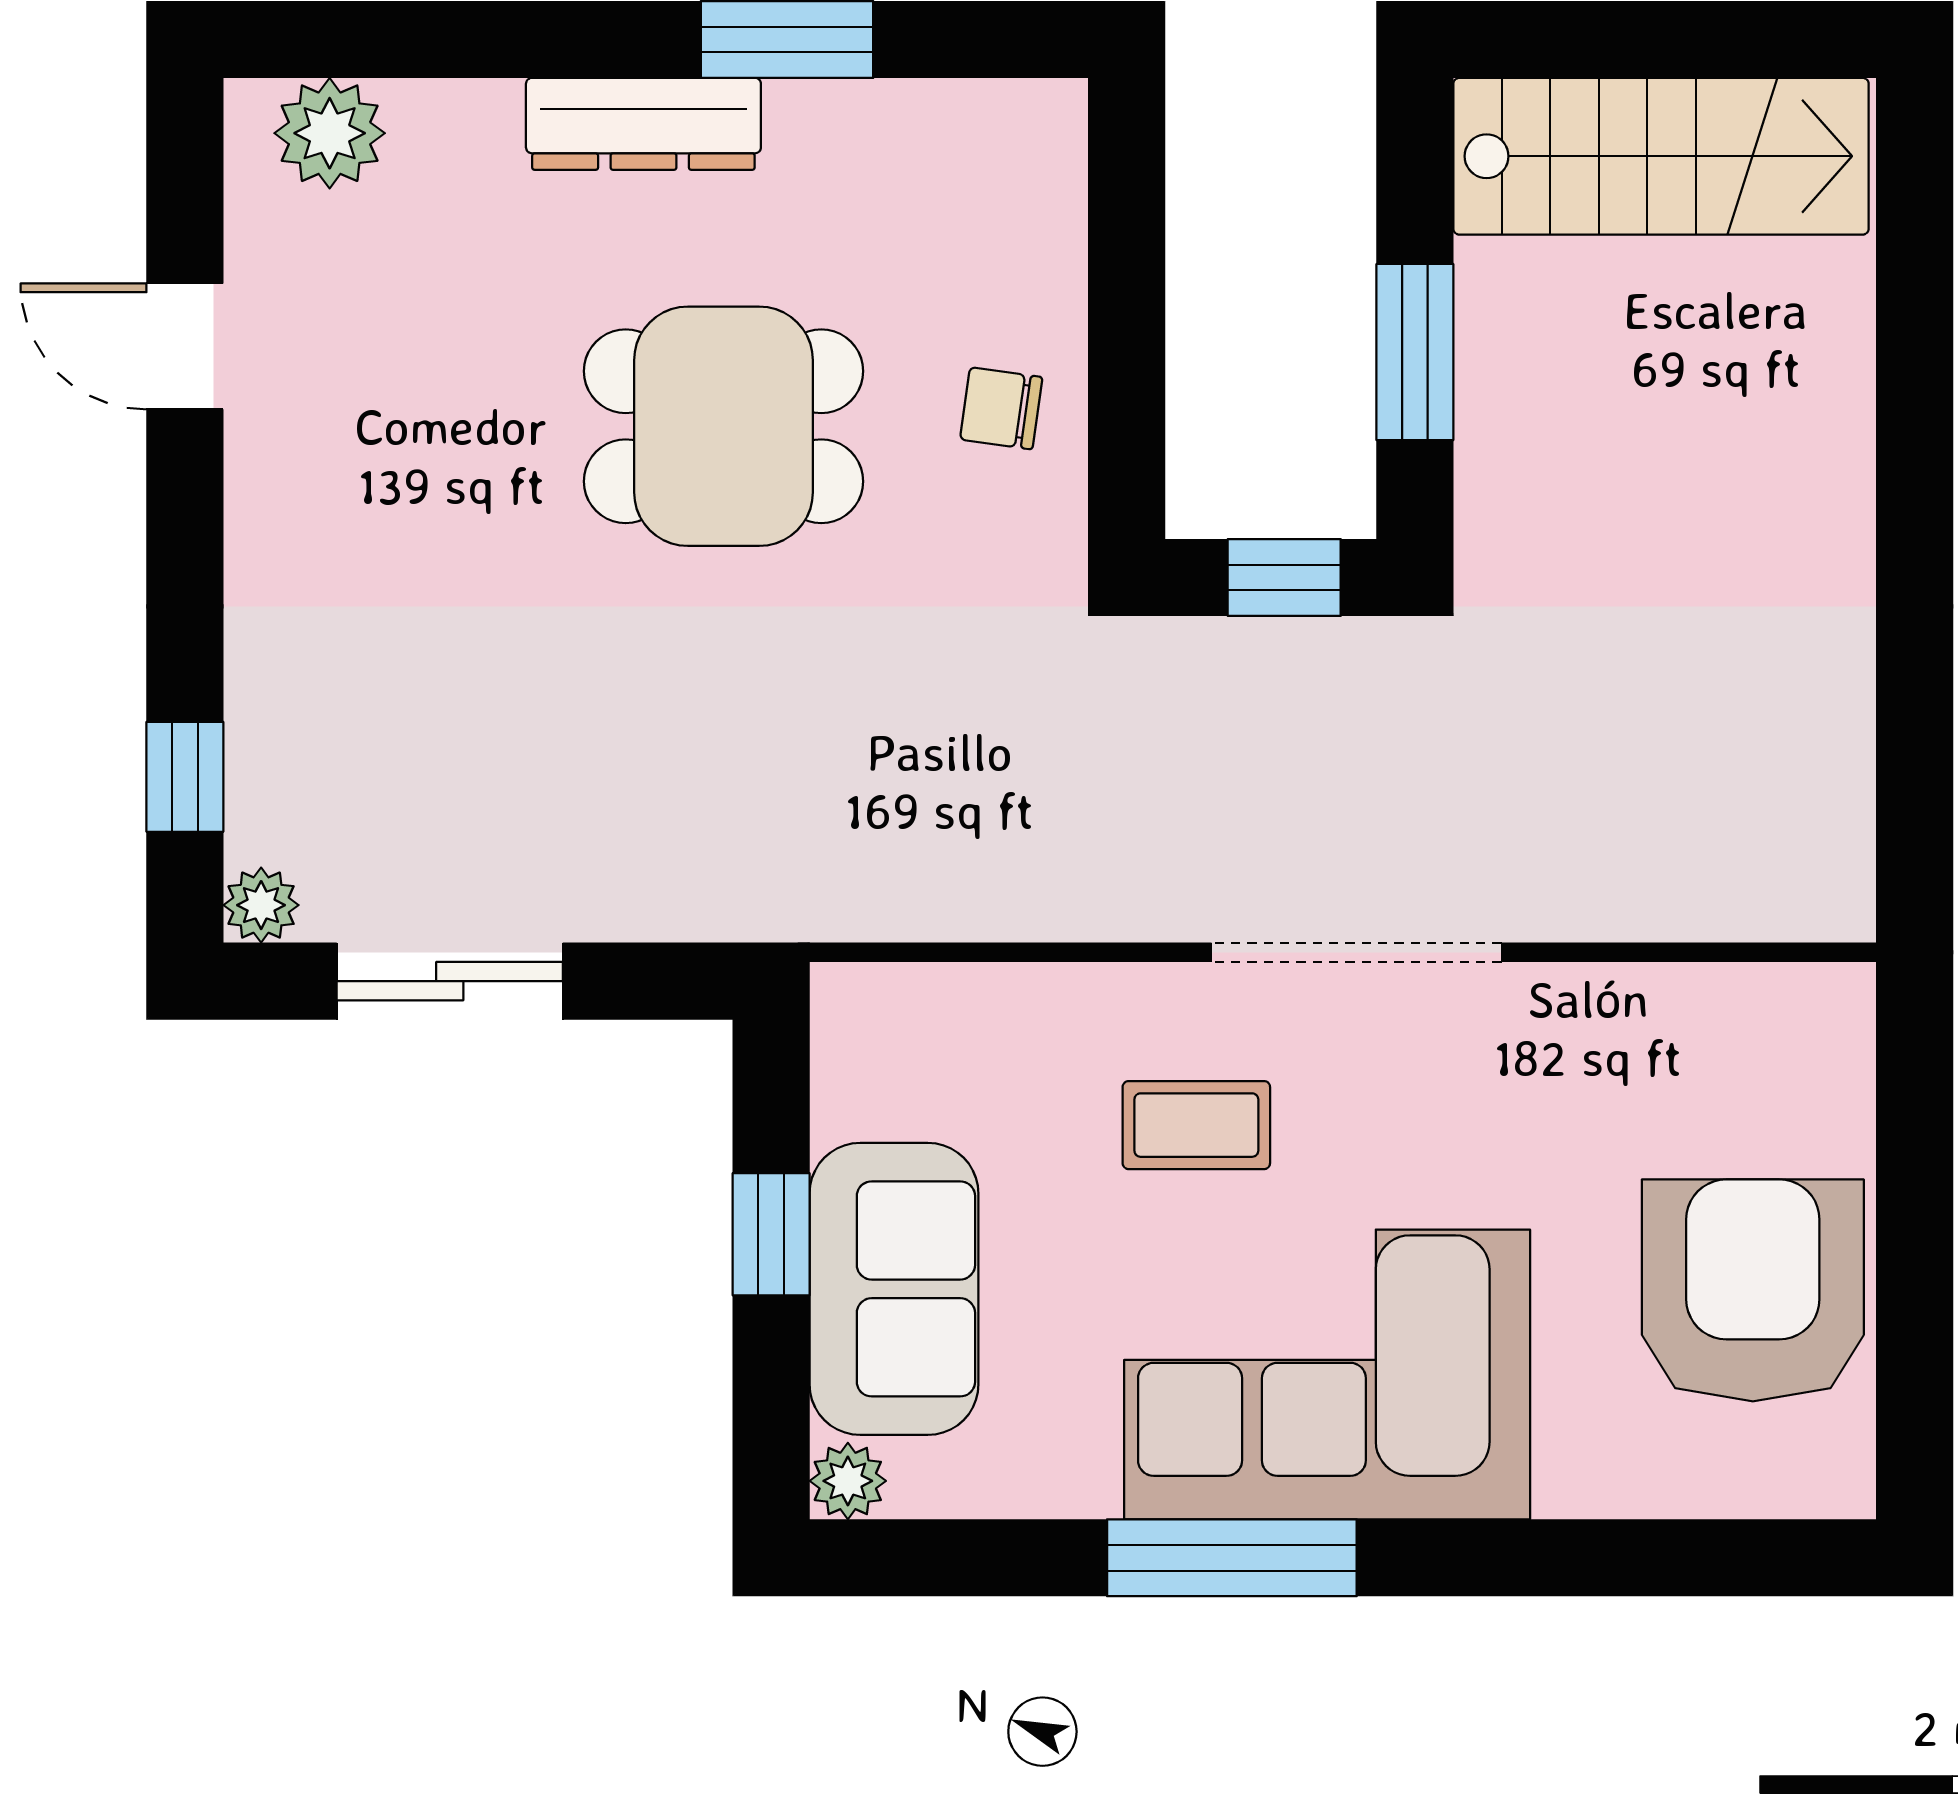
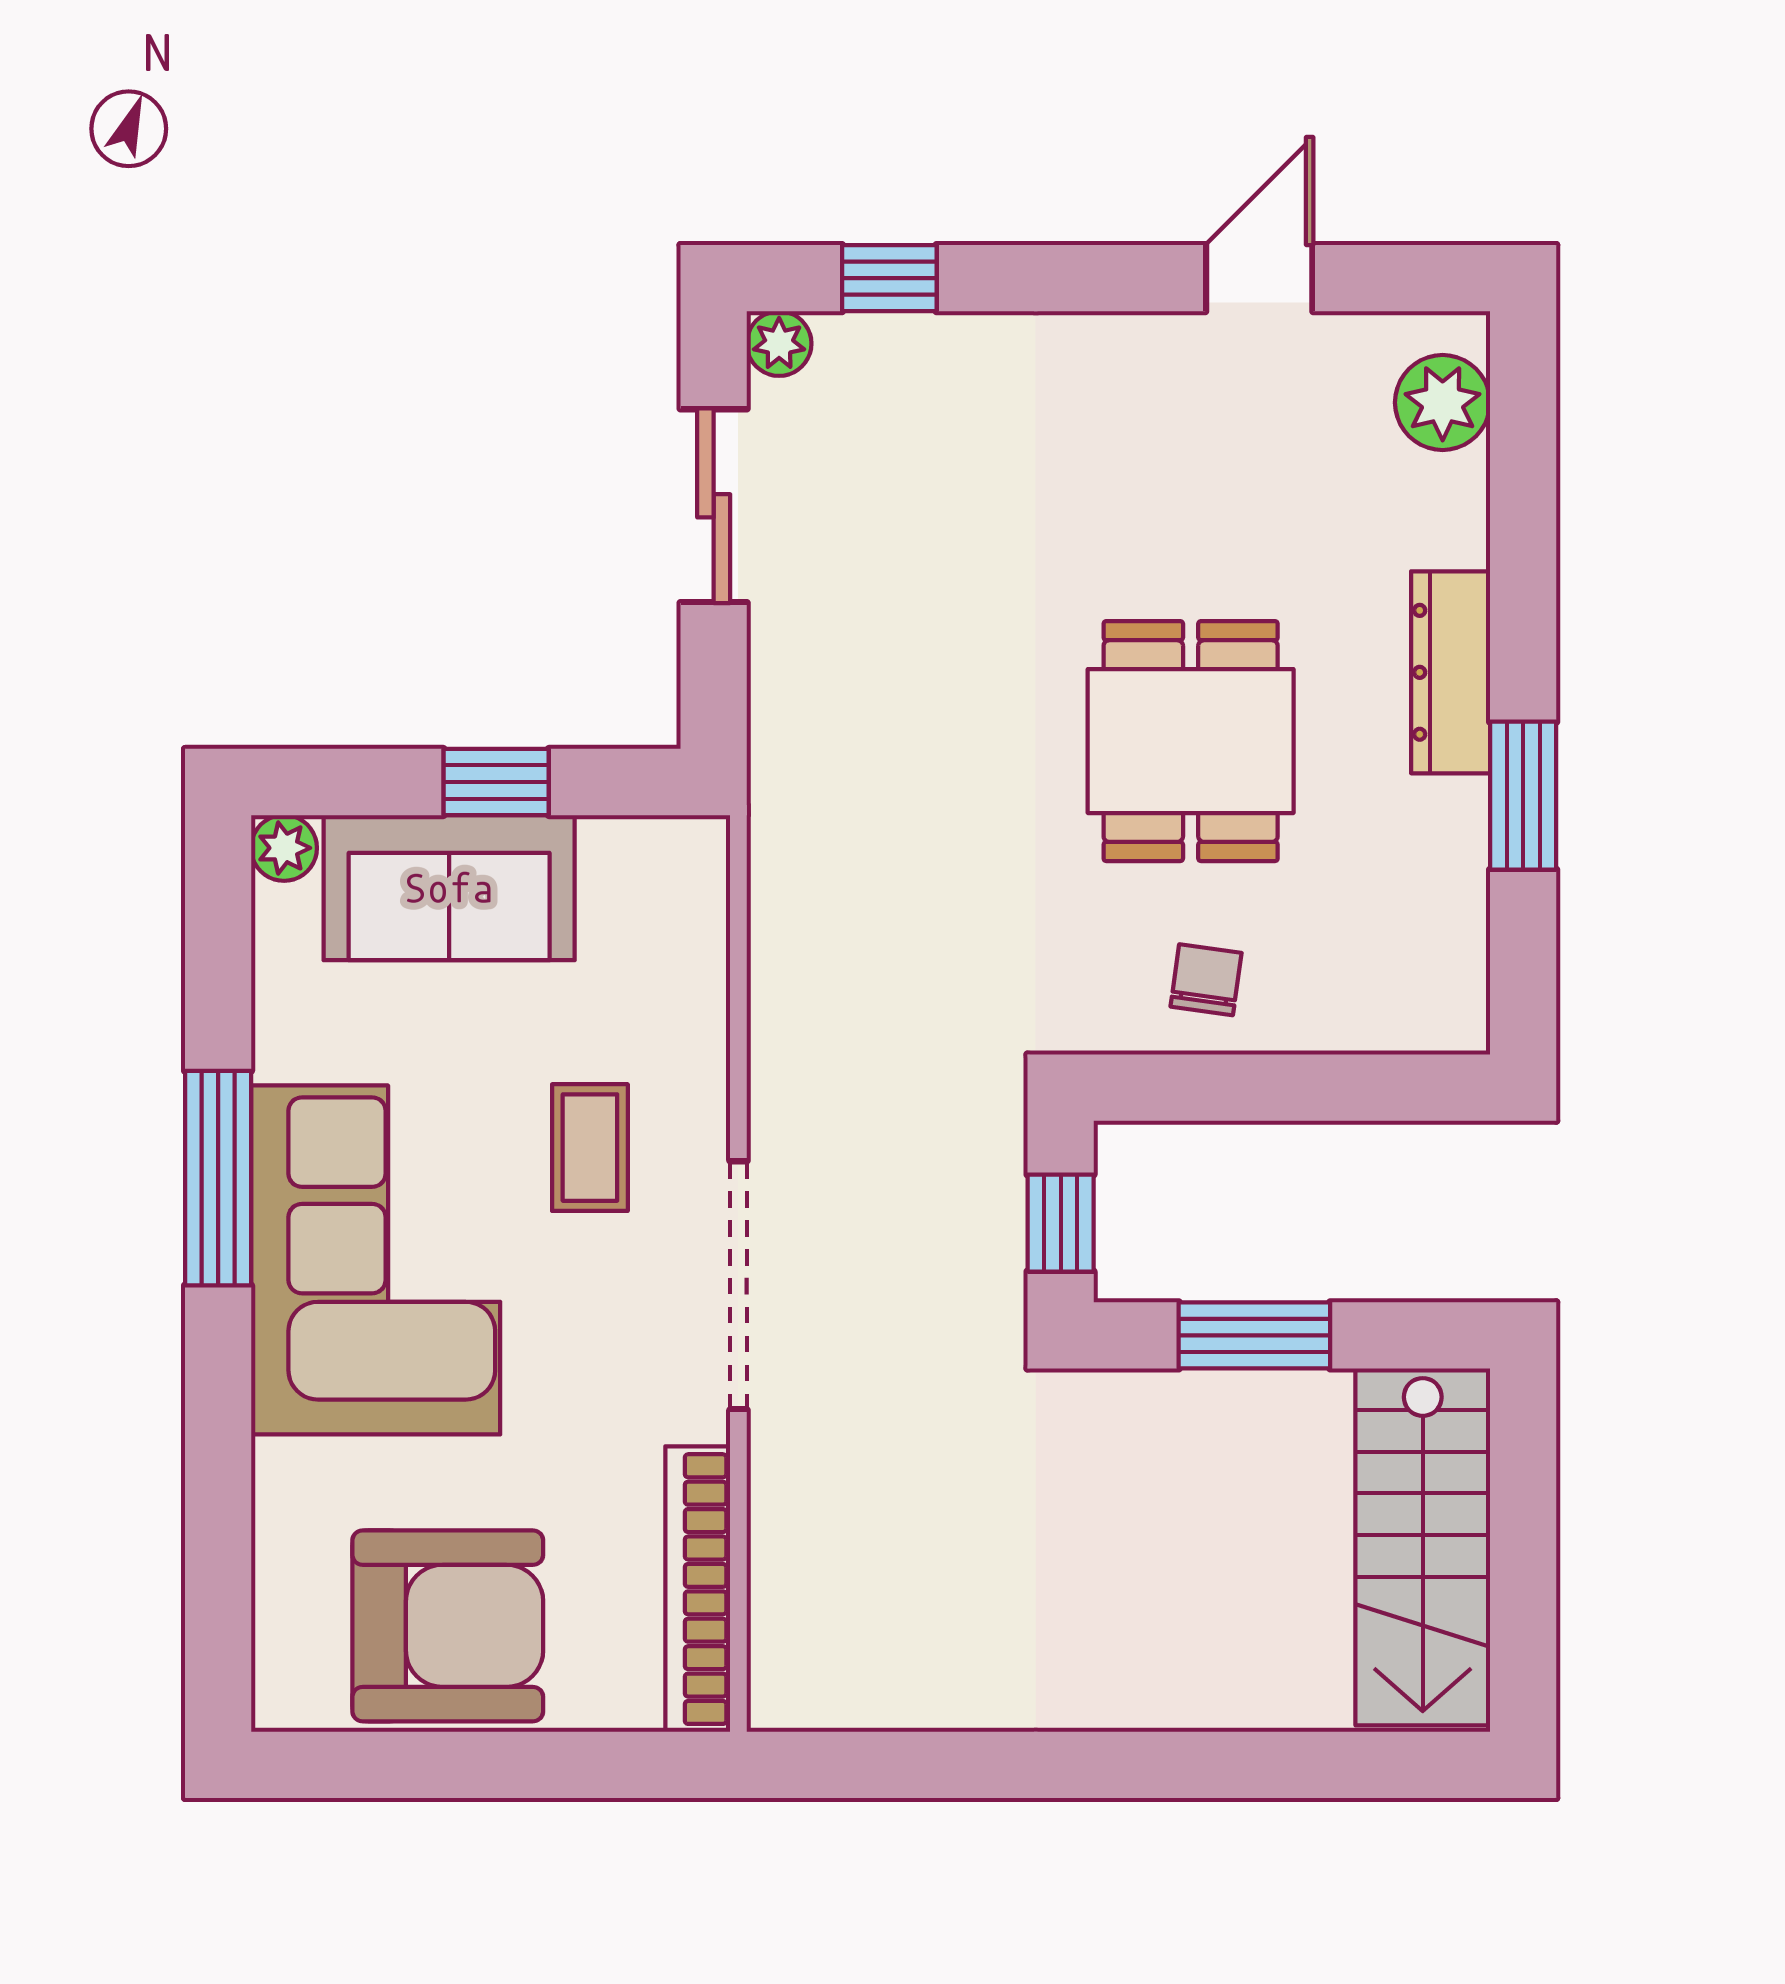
bookcase: (1710, 1000) -> (698, 1589), added

